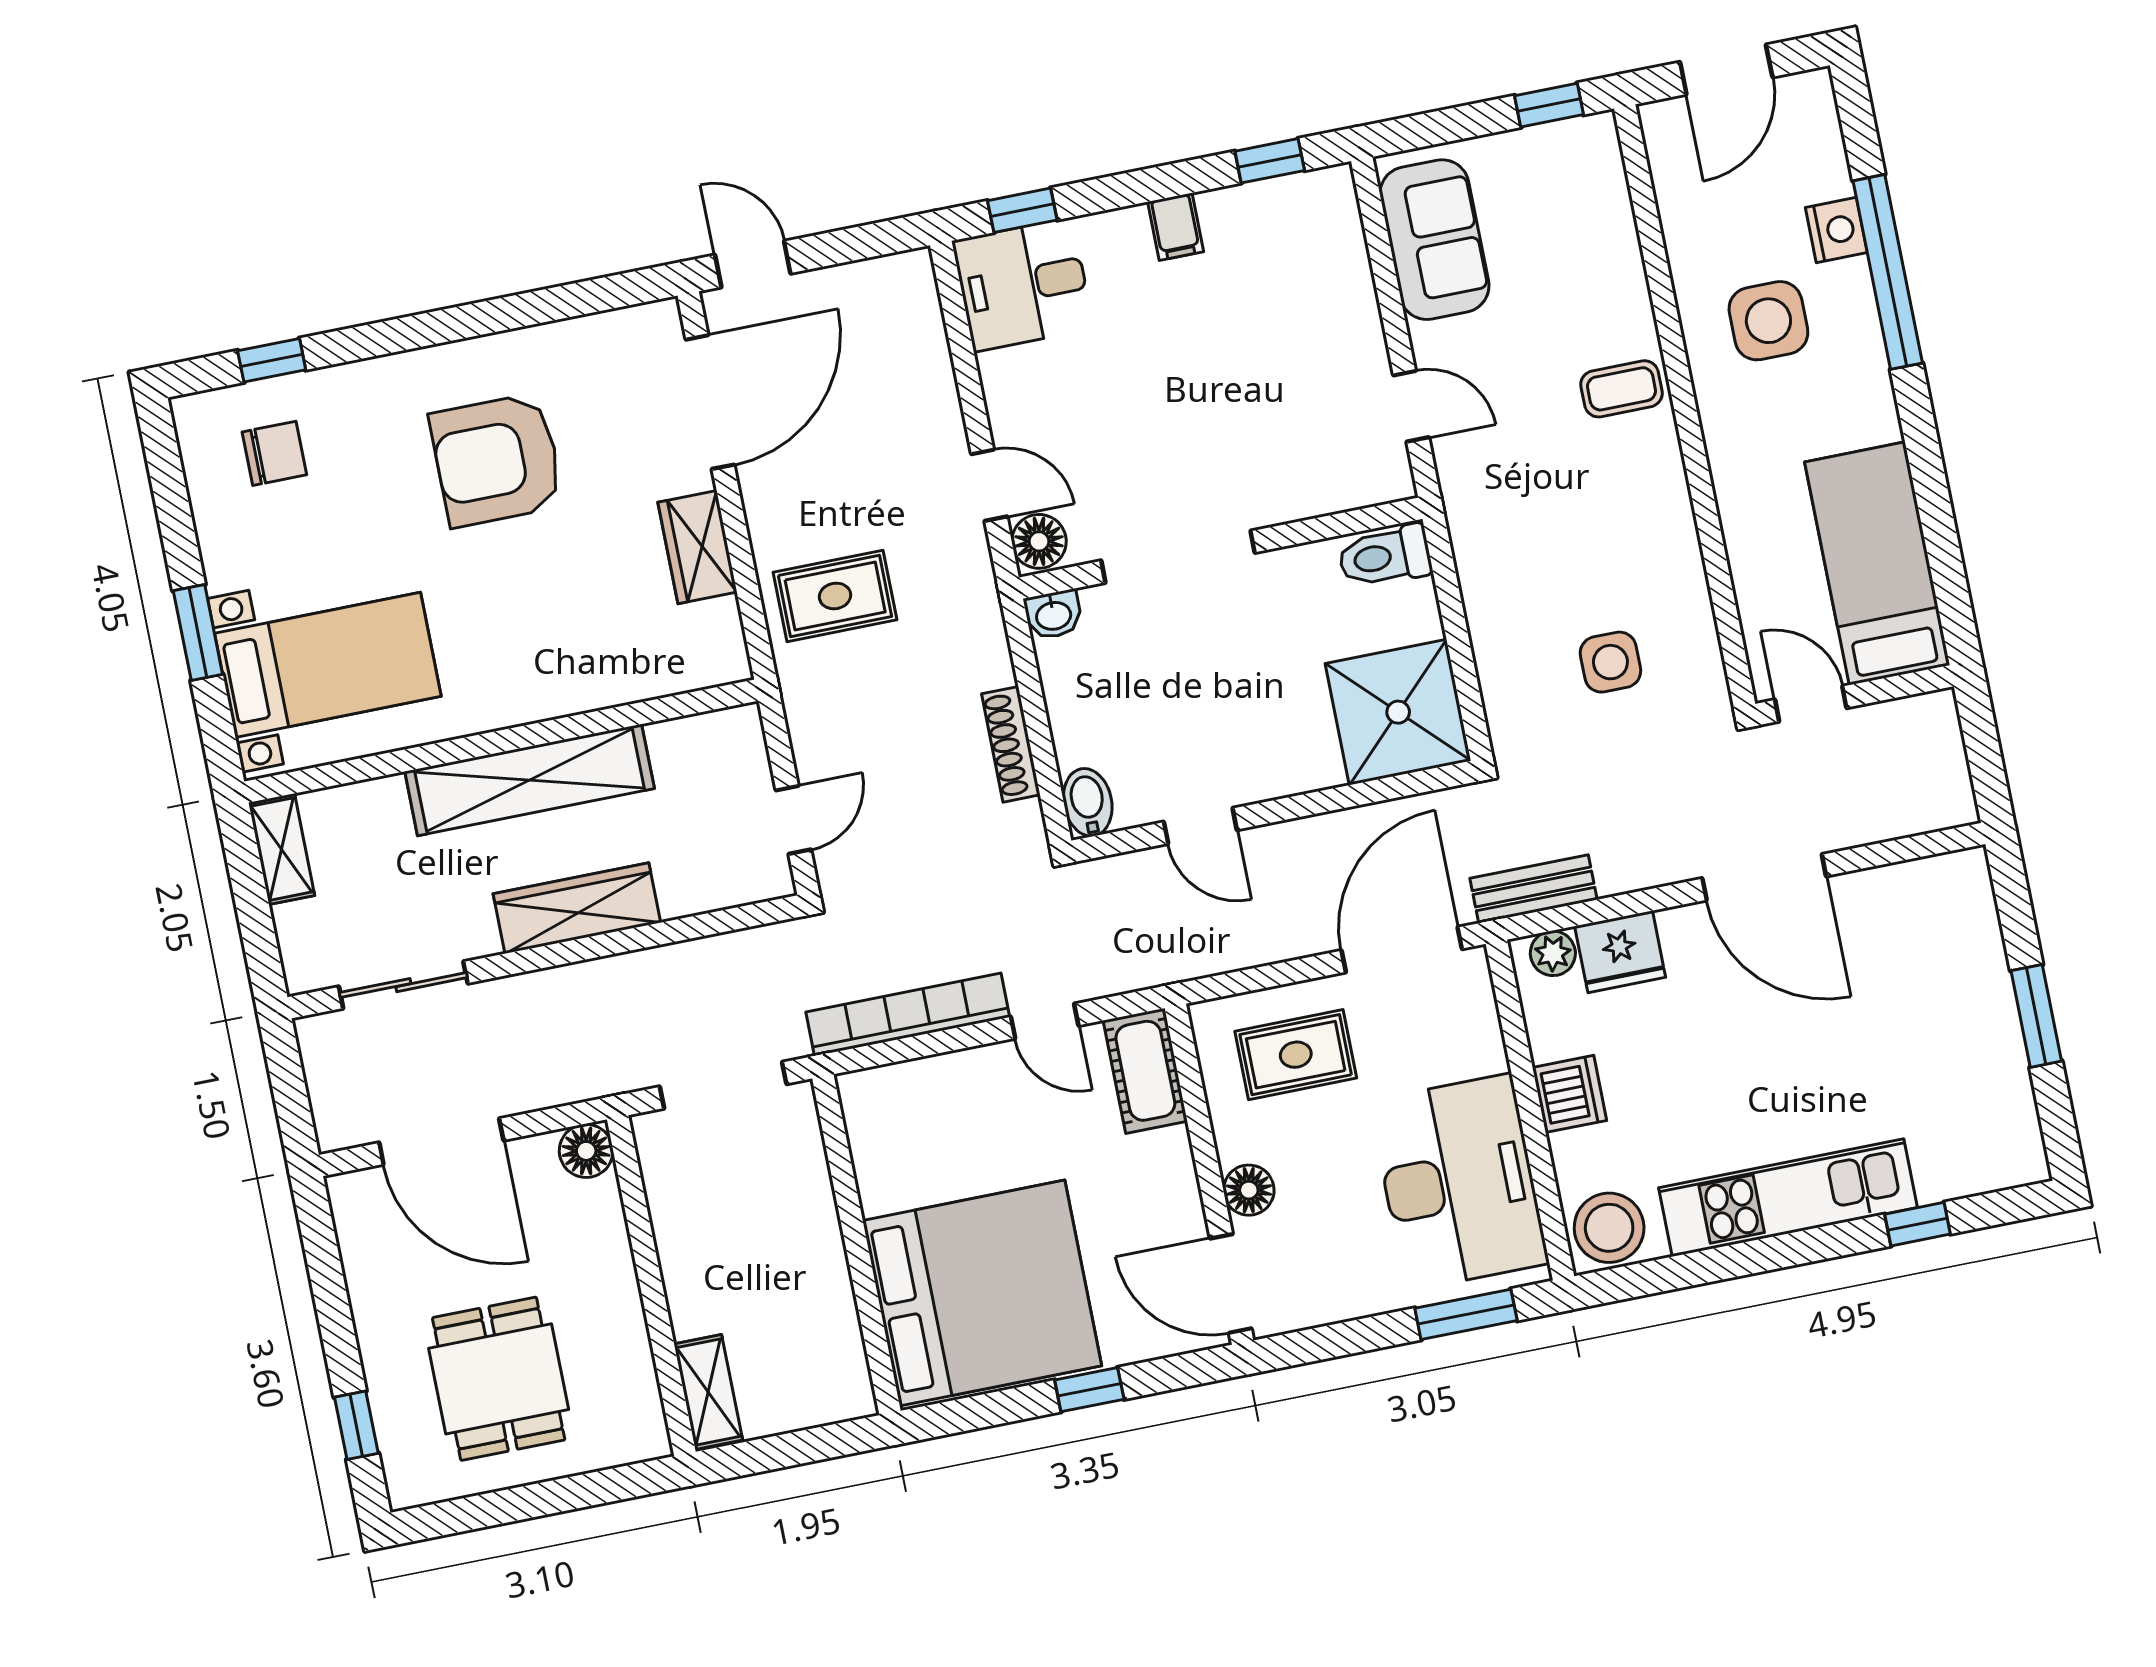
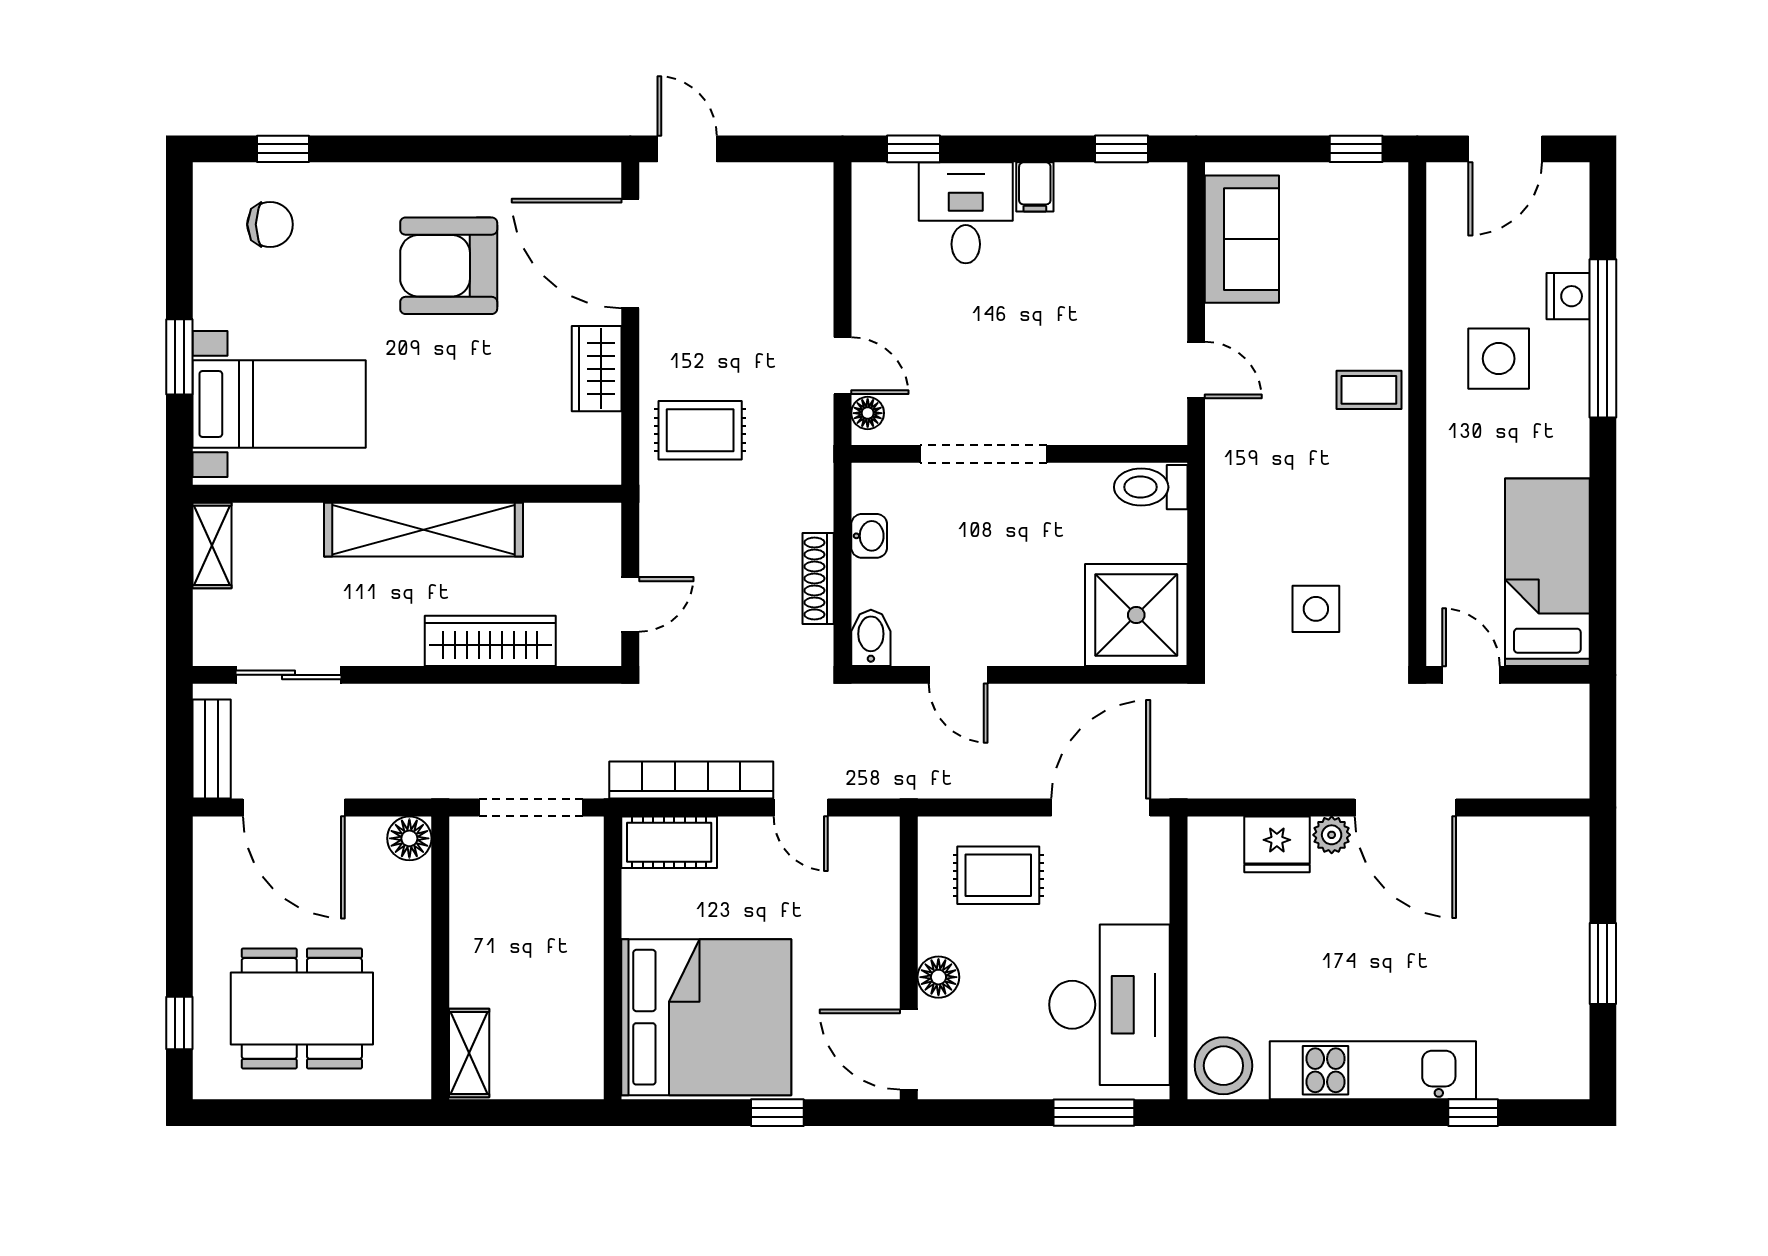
desk: (1023, 285) -> (966, 213), moved, turned 90
door: (710, 402) -> (630, 253), swing flipped
floor lamp: (1039, 541) -> (868, 413), width x0.73, depth x0.73
washbasin: (1053, 615) -> (869, 536), moved, turned -90
bench: (1533, 889) -> (212, 749), moved, turned 90
wardrobe: (577, 908) -> (490, 641), moved
plant: (1553, 953) -> (1332, 835), moved
cot: (1145, 1071) -> (669, 842), moved, turned 90
dishwasher: (1569, 1094) -> (1213, 951), removed
dining table: (499, 1379) -> (302, 1008), width x1.37

